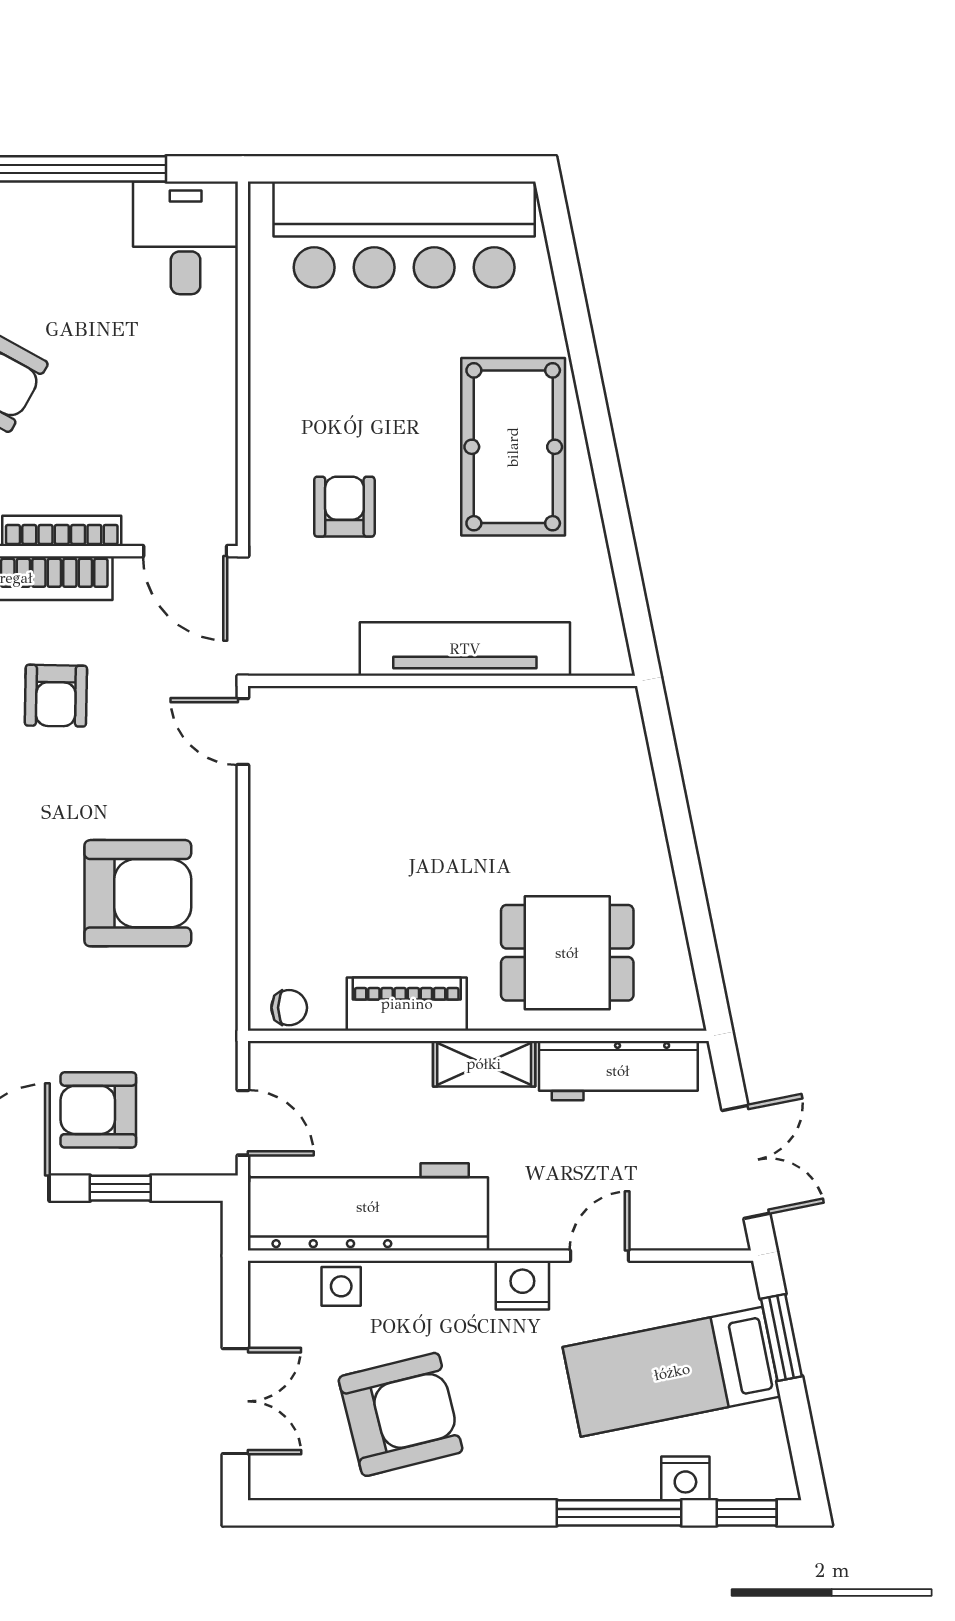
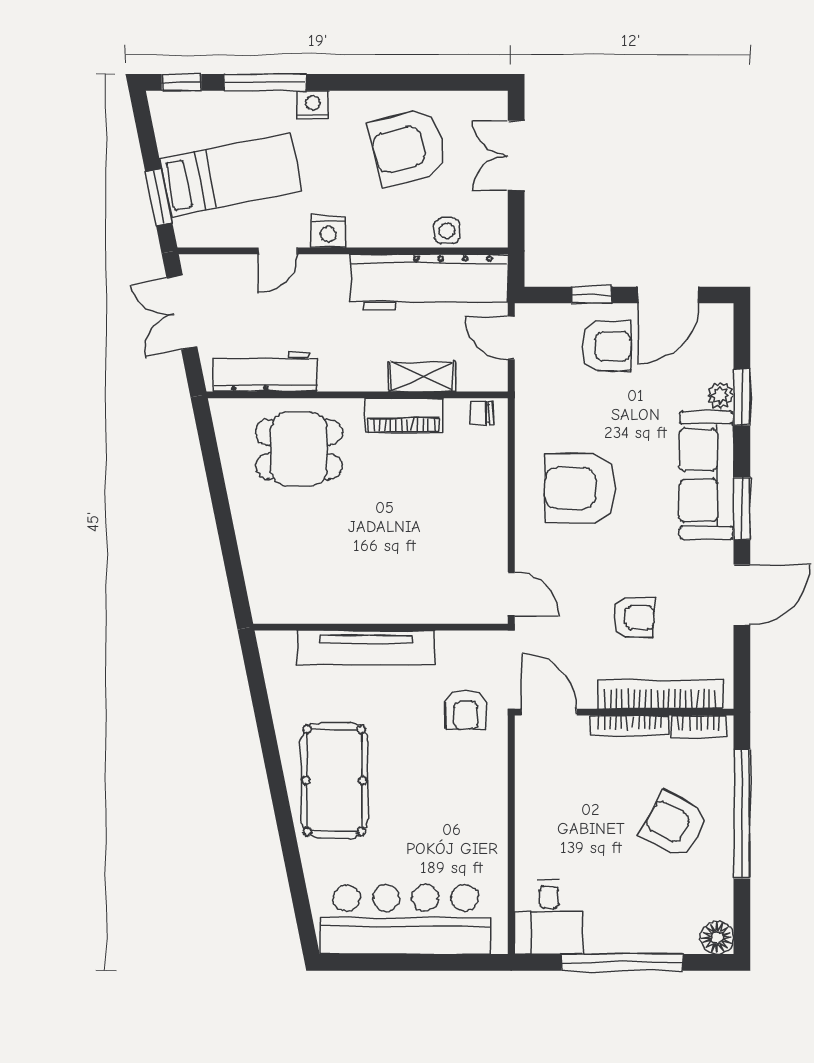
armchair: (344, 507) -> (466, 710), moved
armchair: (56, 696) -> (634, 617), turned 89
shelving: (484, 1064) -> (422, 376), moved
nightstand: (685, 1478) -> (313, 105), moved

